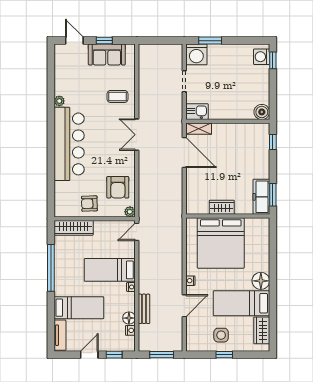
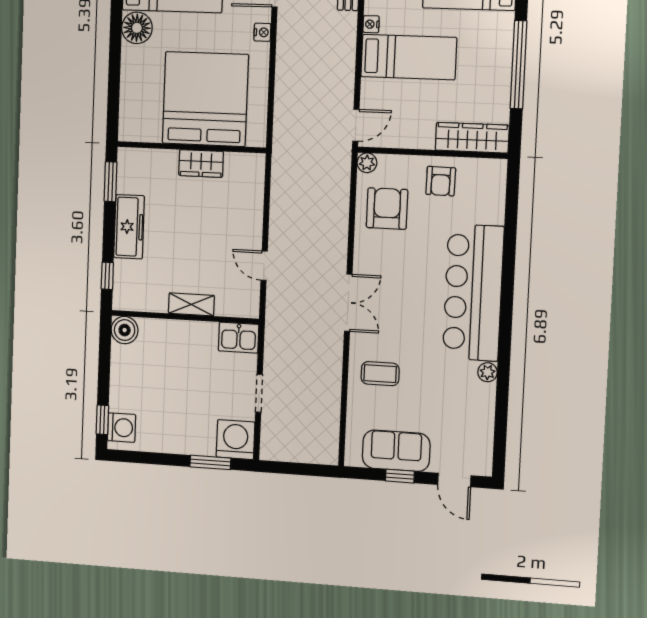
shelving: (199, 129) -> (191, 304), moved
door: (184, 152) -> (264, 266), width x0.53
freezer: (261, 197) -> (129, 227), moved
armchair: (89, 204) -> (441, 181), turned 93

